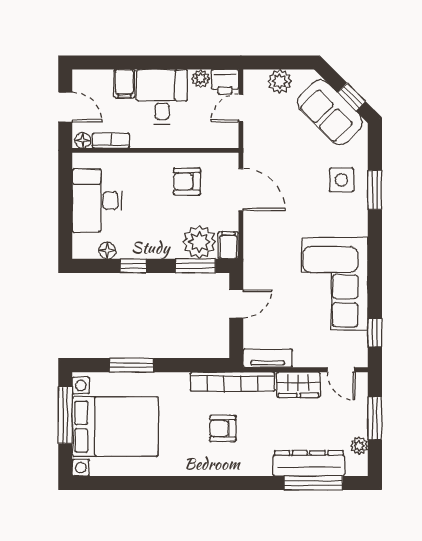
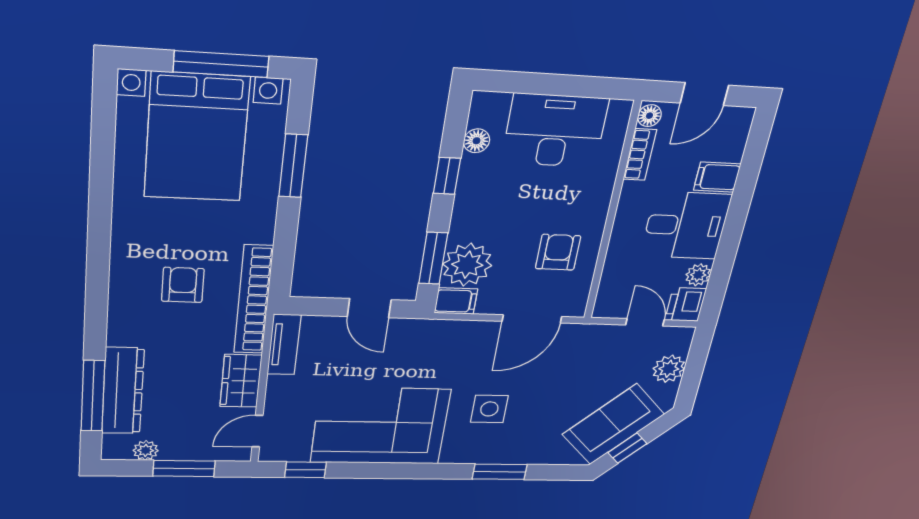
side table: (342, 180) -> (489, 409), moved

